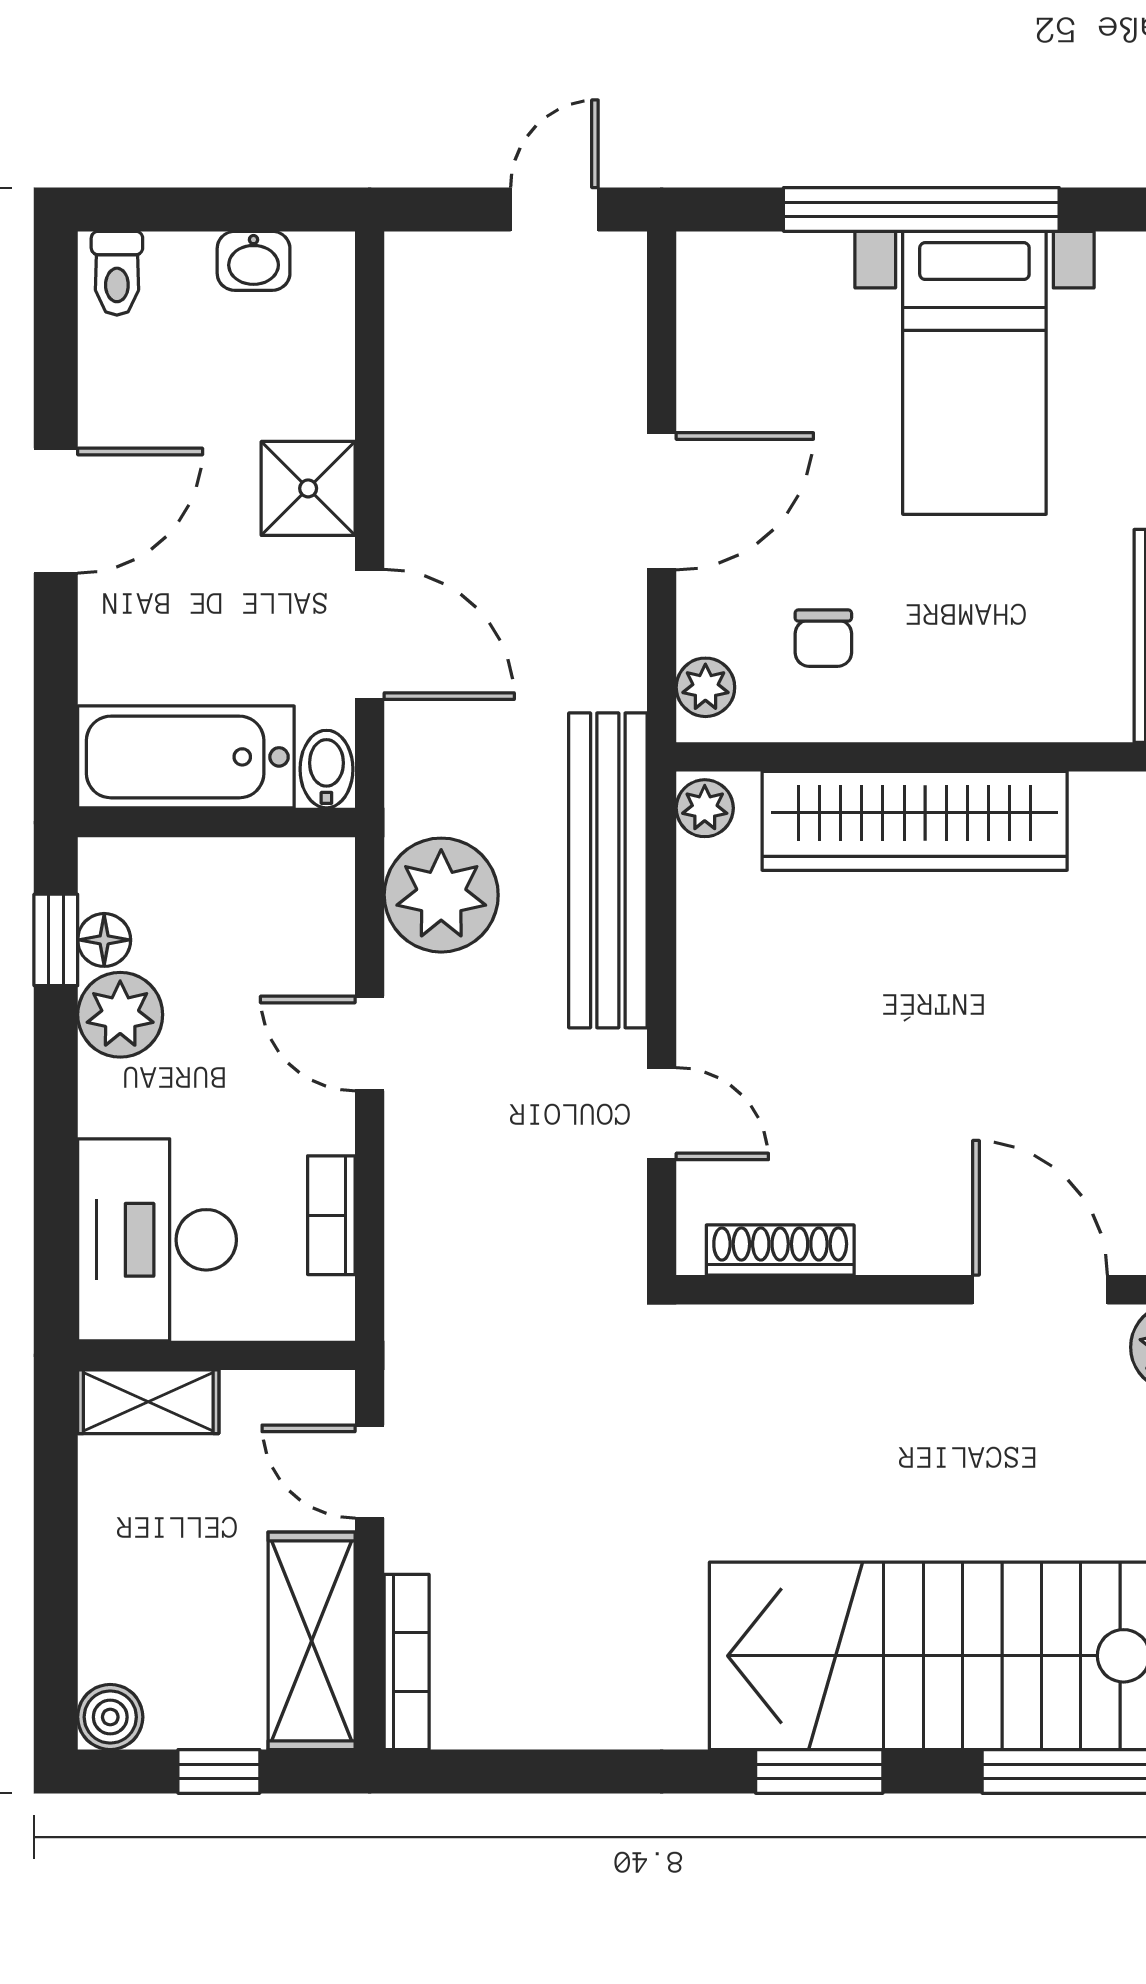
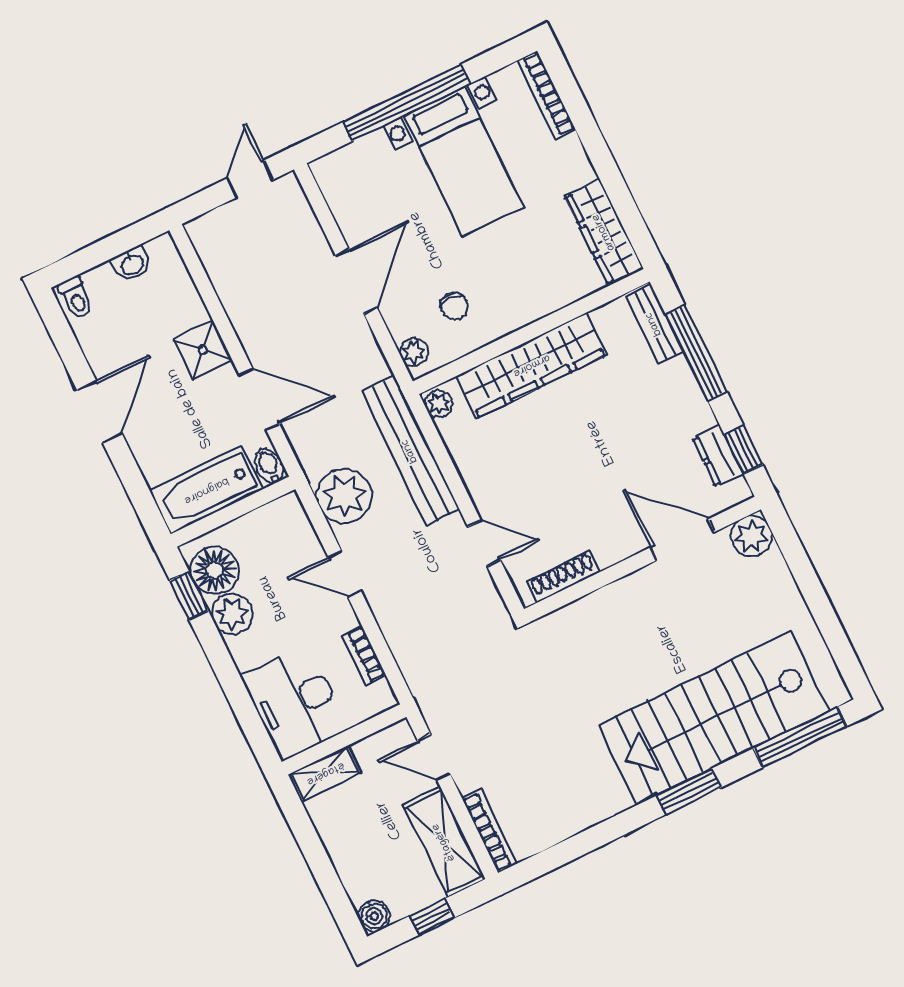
floor lamp: (104, 940) -> (215, 570), width x1.89, depth x1.89

